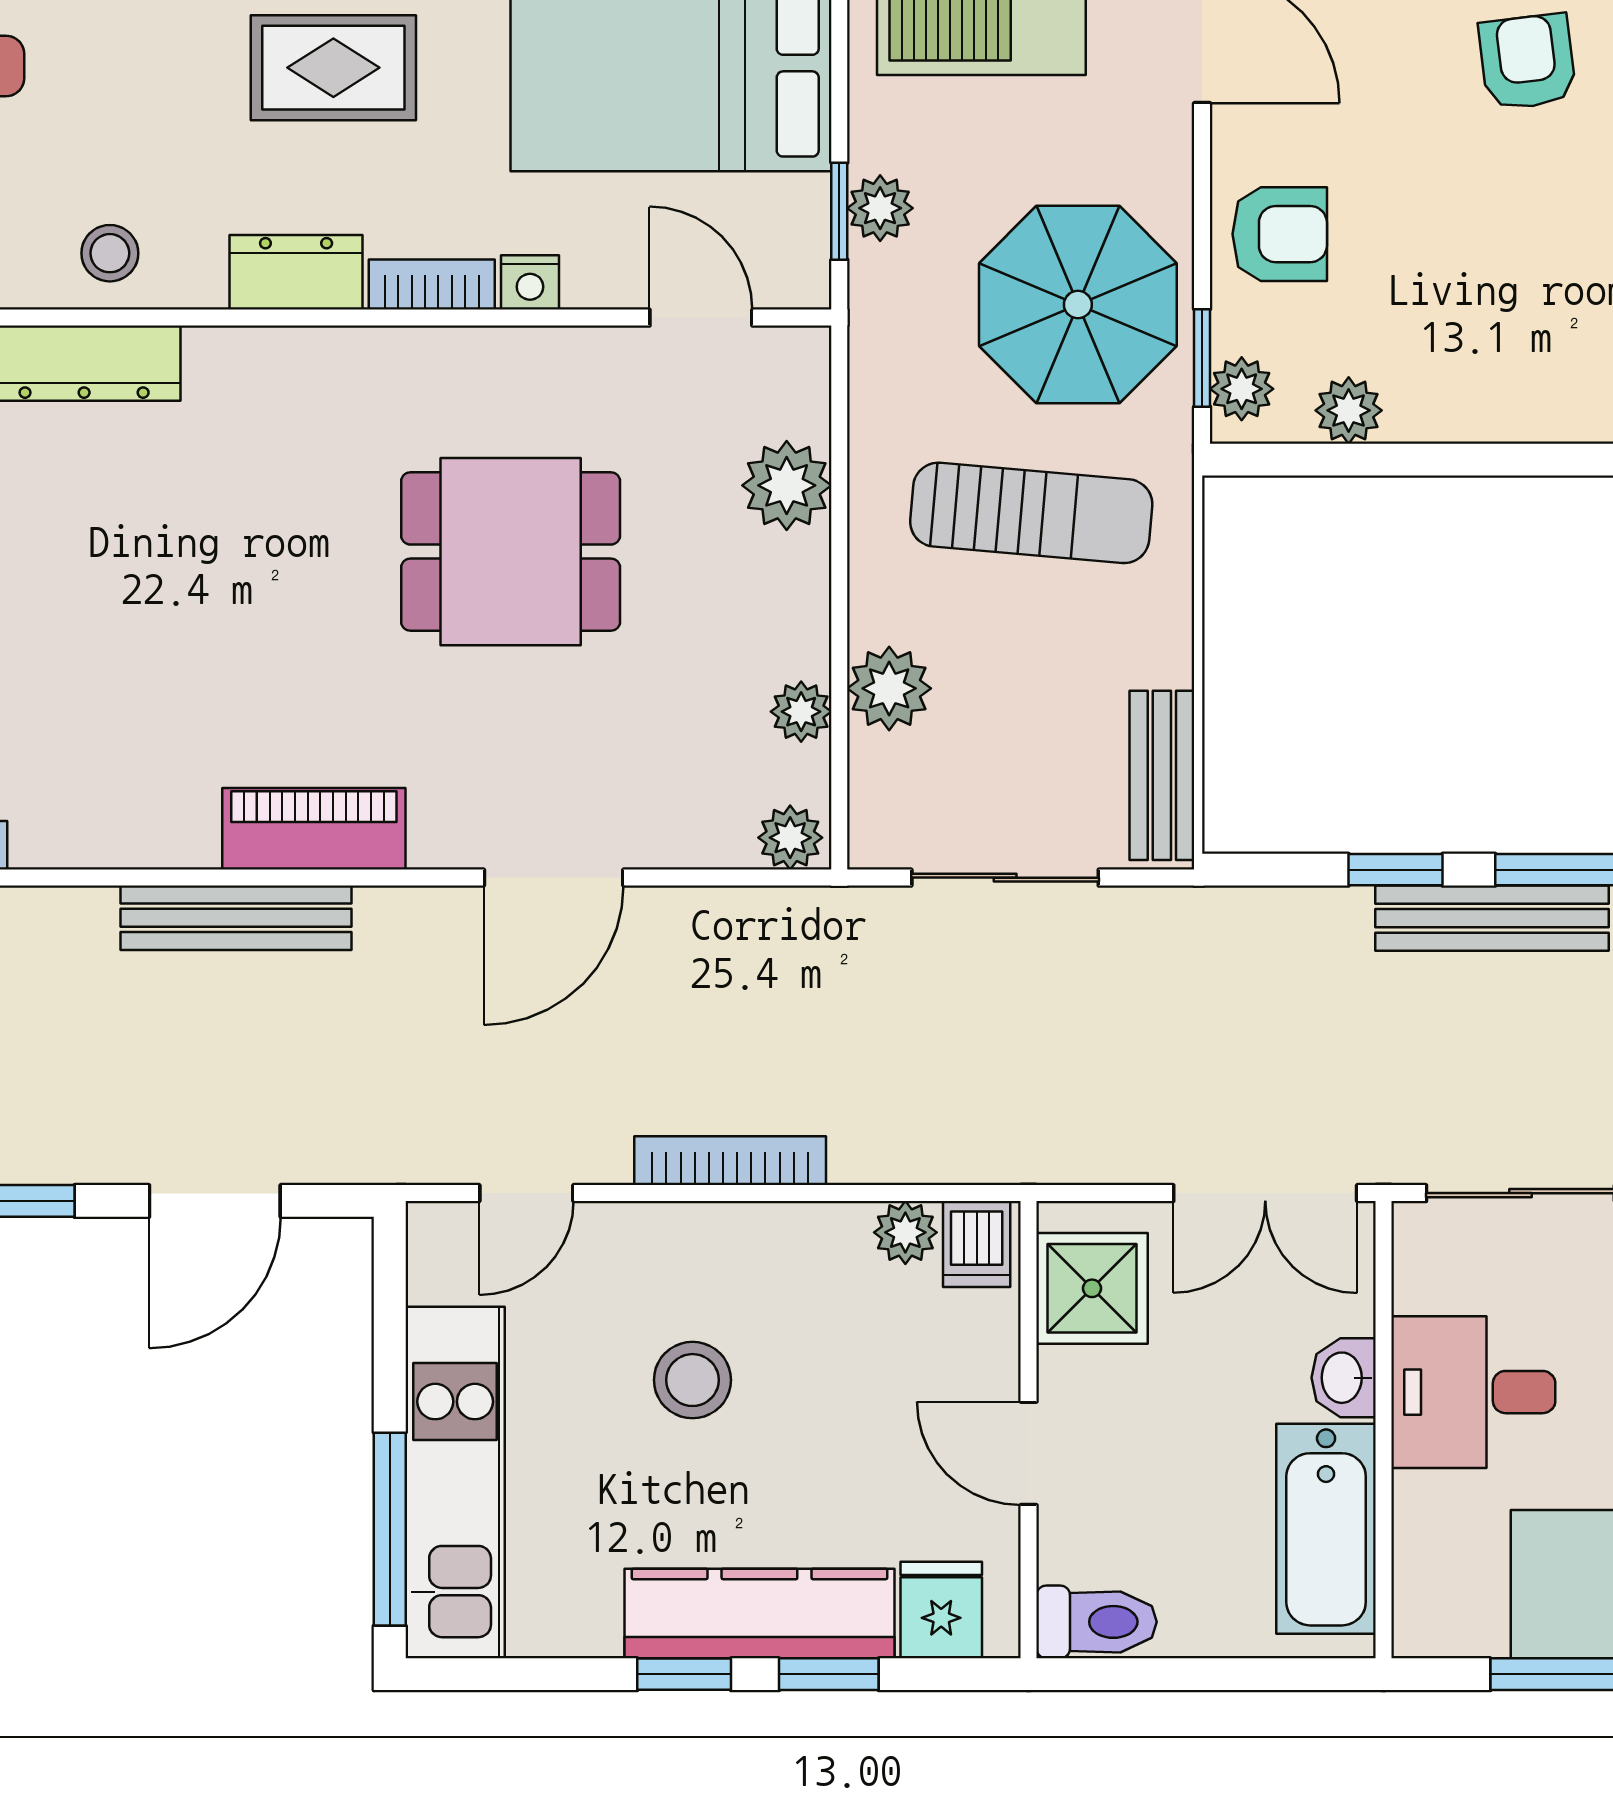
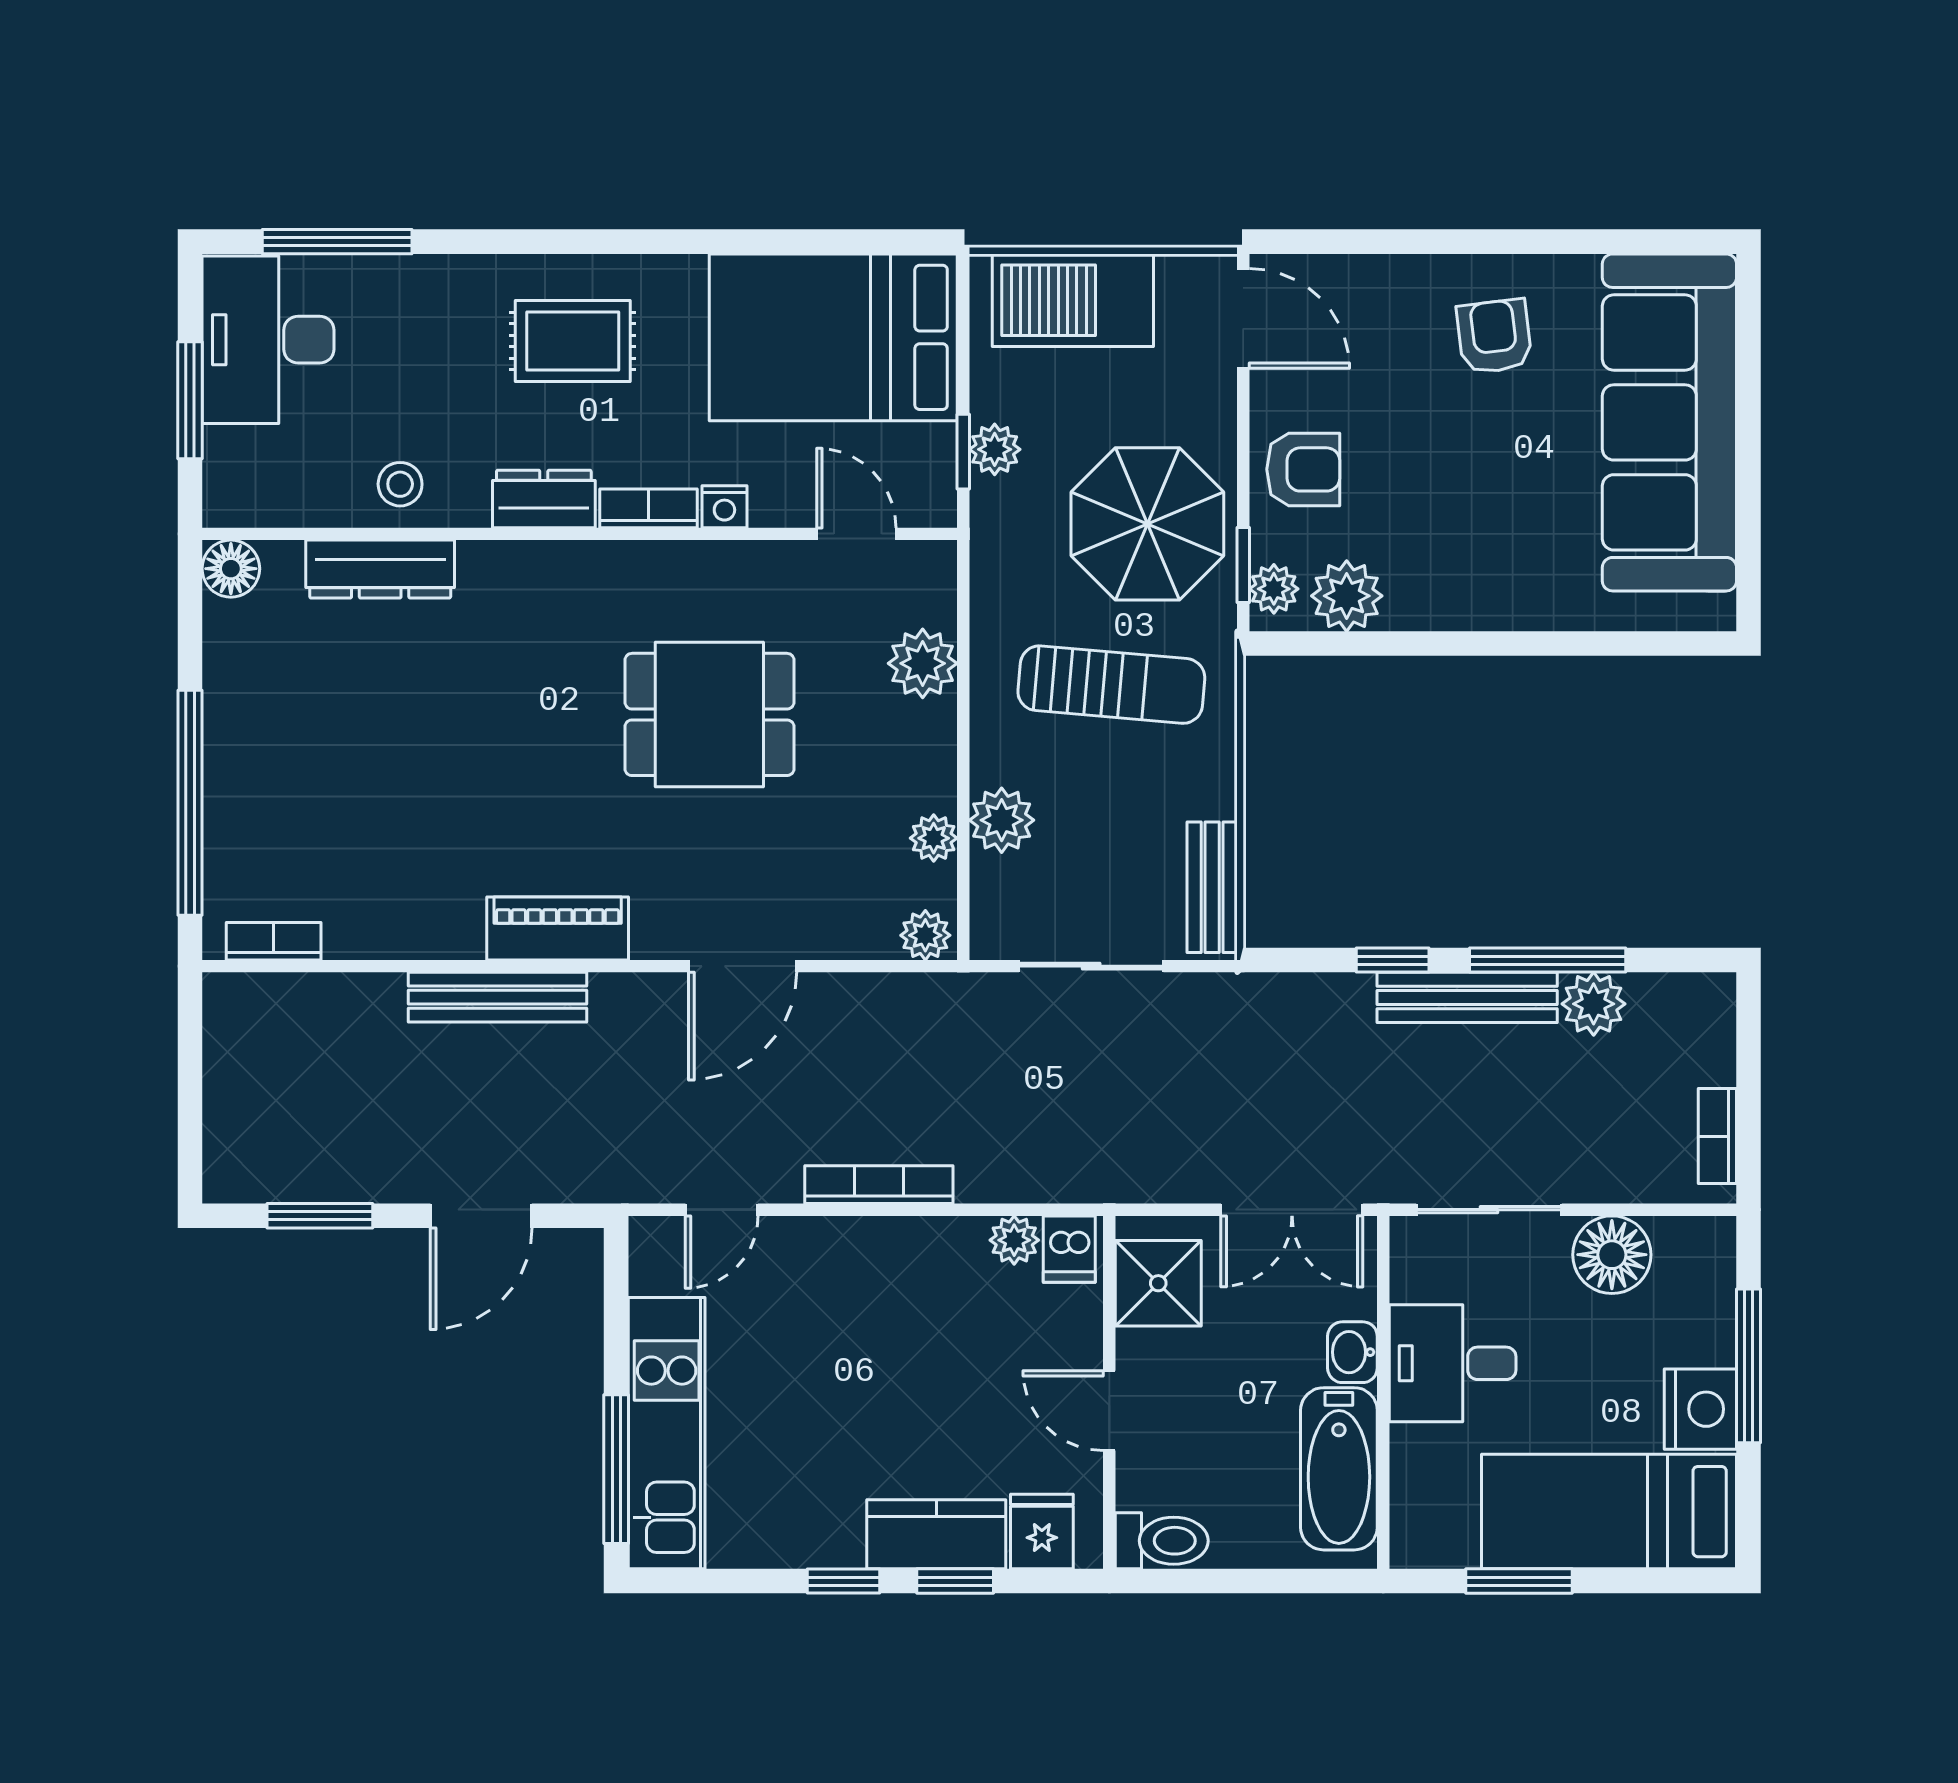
plant: (1349, 410) -> (1347, 596), width x1.38, depth x1.38
stool: (692, 1380) -> (850, 1354), removed
kitchen counter: (759, 1613) -> (936, 1534), width x0.67

